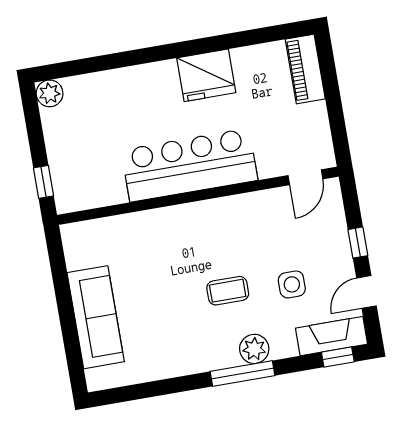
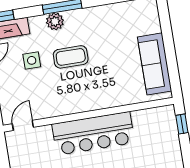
coffee table: (228, 291) -> (71, 57), width x1.36, depth x1.30
sofa: (96, 317) -> (155, 64), moved

